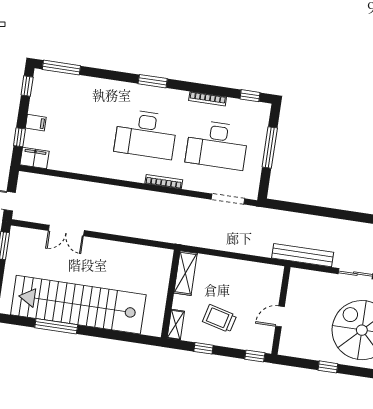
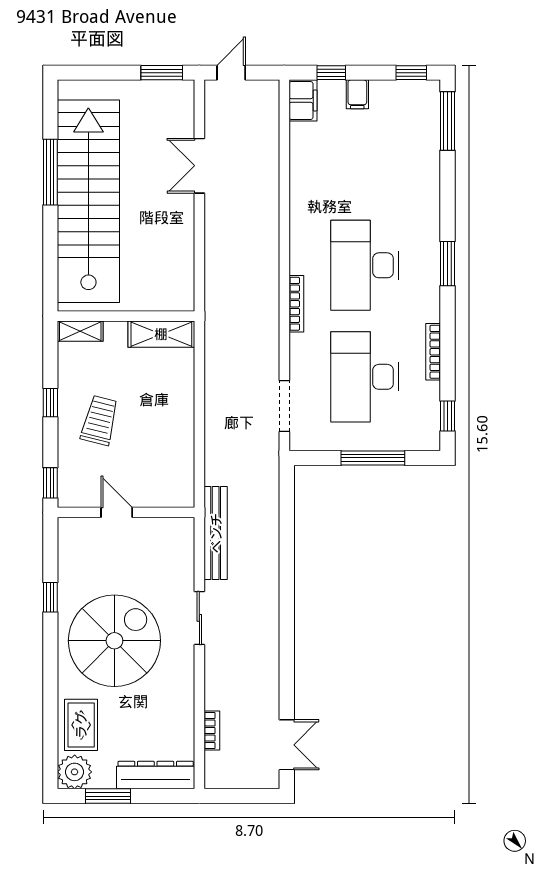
shelving: (185, 273) -> (161, 334), moved
wall: (171, 294) -> (126, 316), moved
shelving: (176, 325) -> (80, 331), moved

